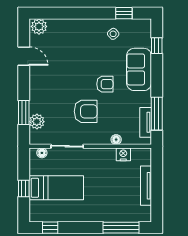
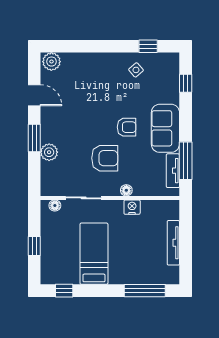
sofa: (139, 69) -> (165, 128), moved
window: (24, 112) -> (34, 138), moved
plant: (37, 122) -> (49, 152), moved
floor lamp: (116, 140) -> (126, 190), moved
nightstand: (123, 154) -> (132, 207), moved
bed: (56, 188) -> (94, 254), moved, turned -90

